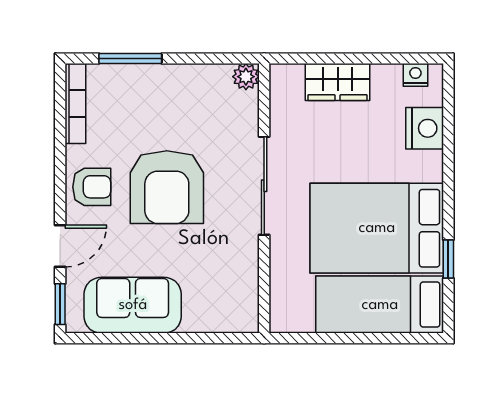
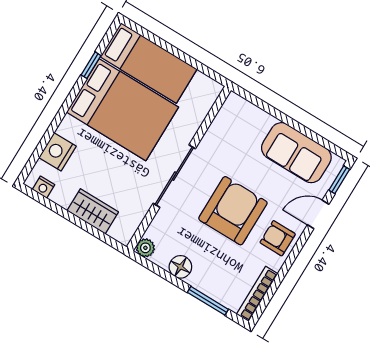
floor lamp: (189, 79) -> (180, 267), added

